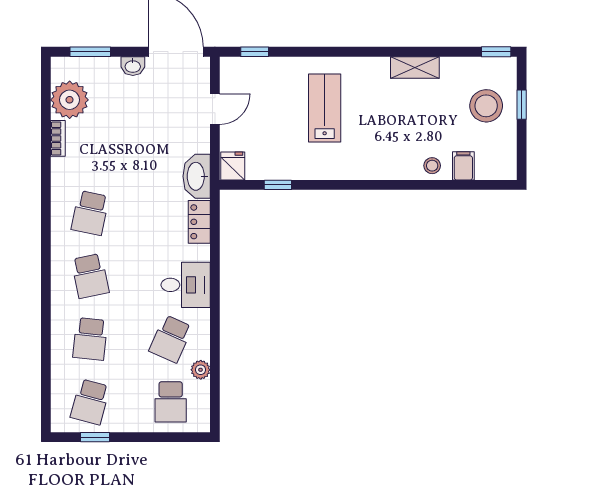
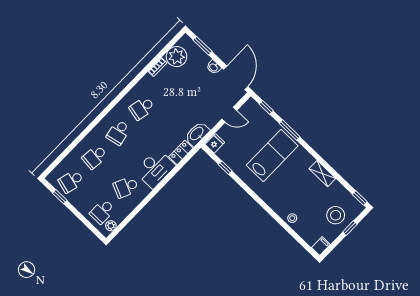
window: (315, 52) -> (290, 130), added
lab bench: (325, 108) -> (272, 155), width x1.36, depth x1.39
filing cabinet: (463, 166) -> (321, 246), moved
desk: (186, 285) -> (155, 168), width x1.37
plant: (201, 370) -> (111, 226), moved

